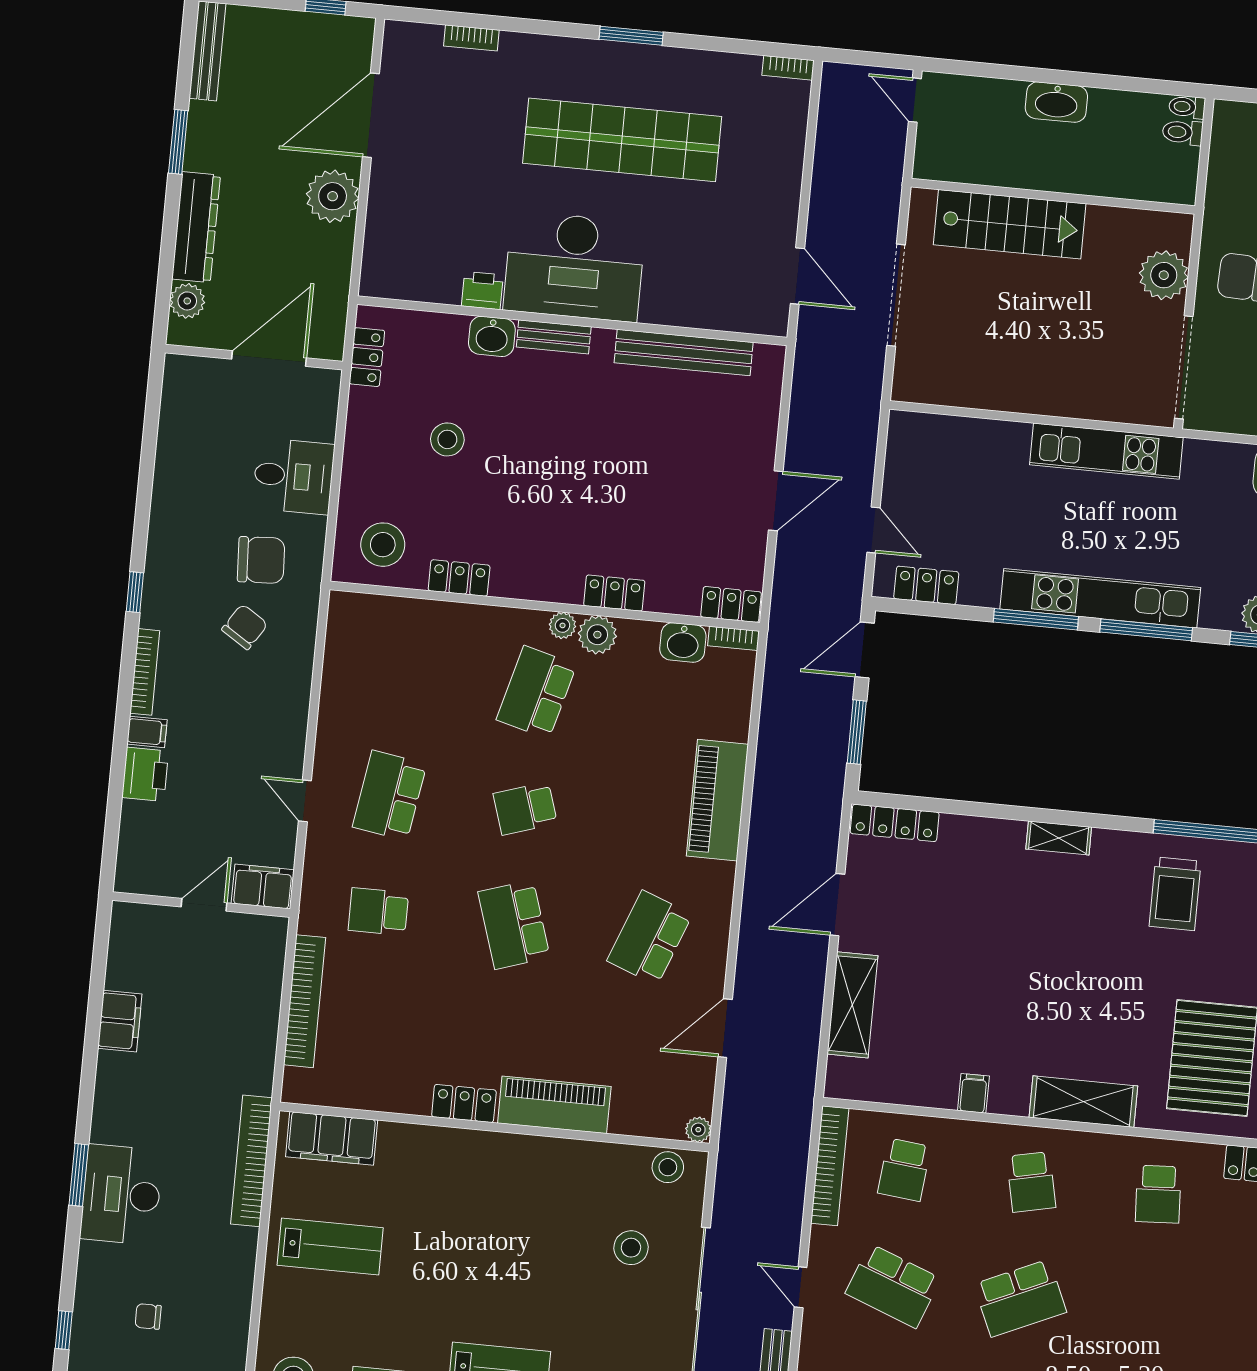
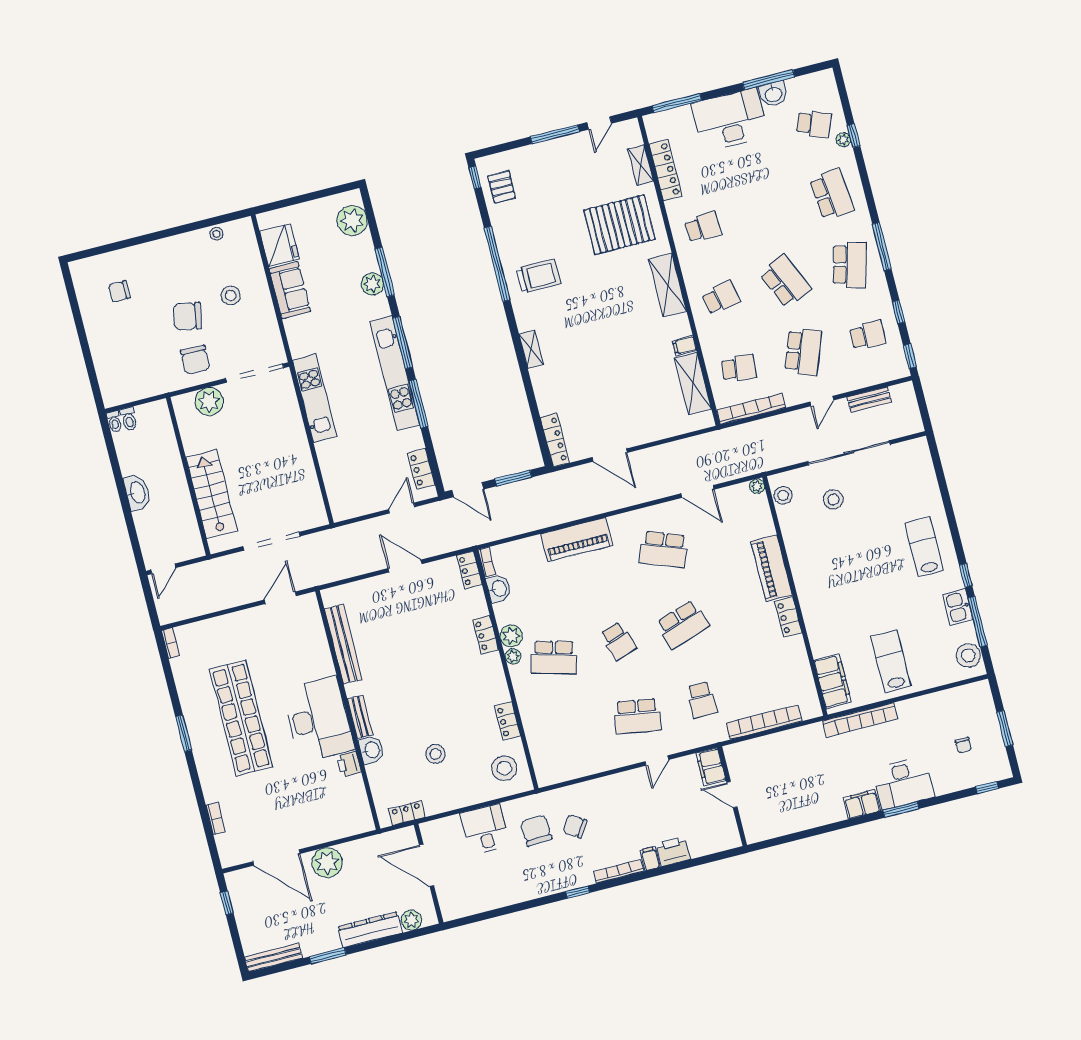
shelving: (852, 1005) -> (693, 384), moved, turned 90
filing cabinet: (120, 1021) -> (862, 804), moved

